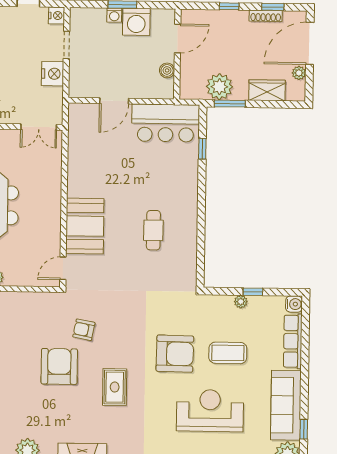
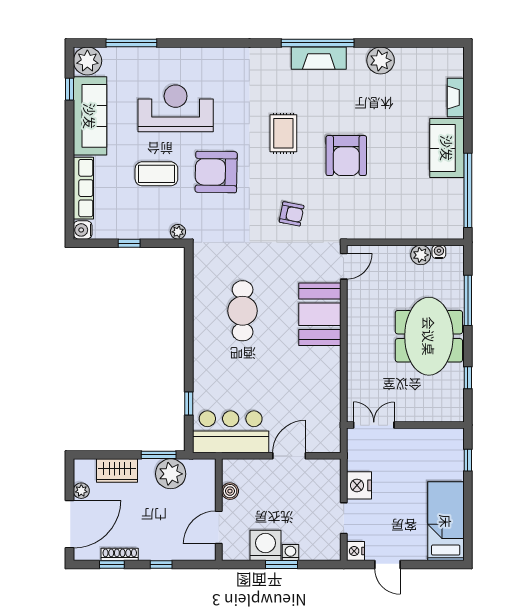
cafe table: (153, 230) -> (243, 311), width x1.37, depth x1.35
plant: (241, 302) -> (178, 232), moved
armchair: (84, 330) -> (292, 214), moved
reception desk: (210, 411) -> (176, 108), turned 180

